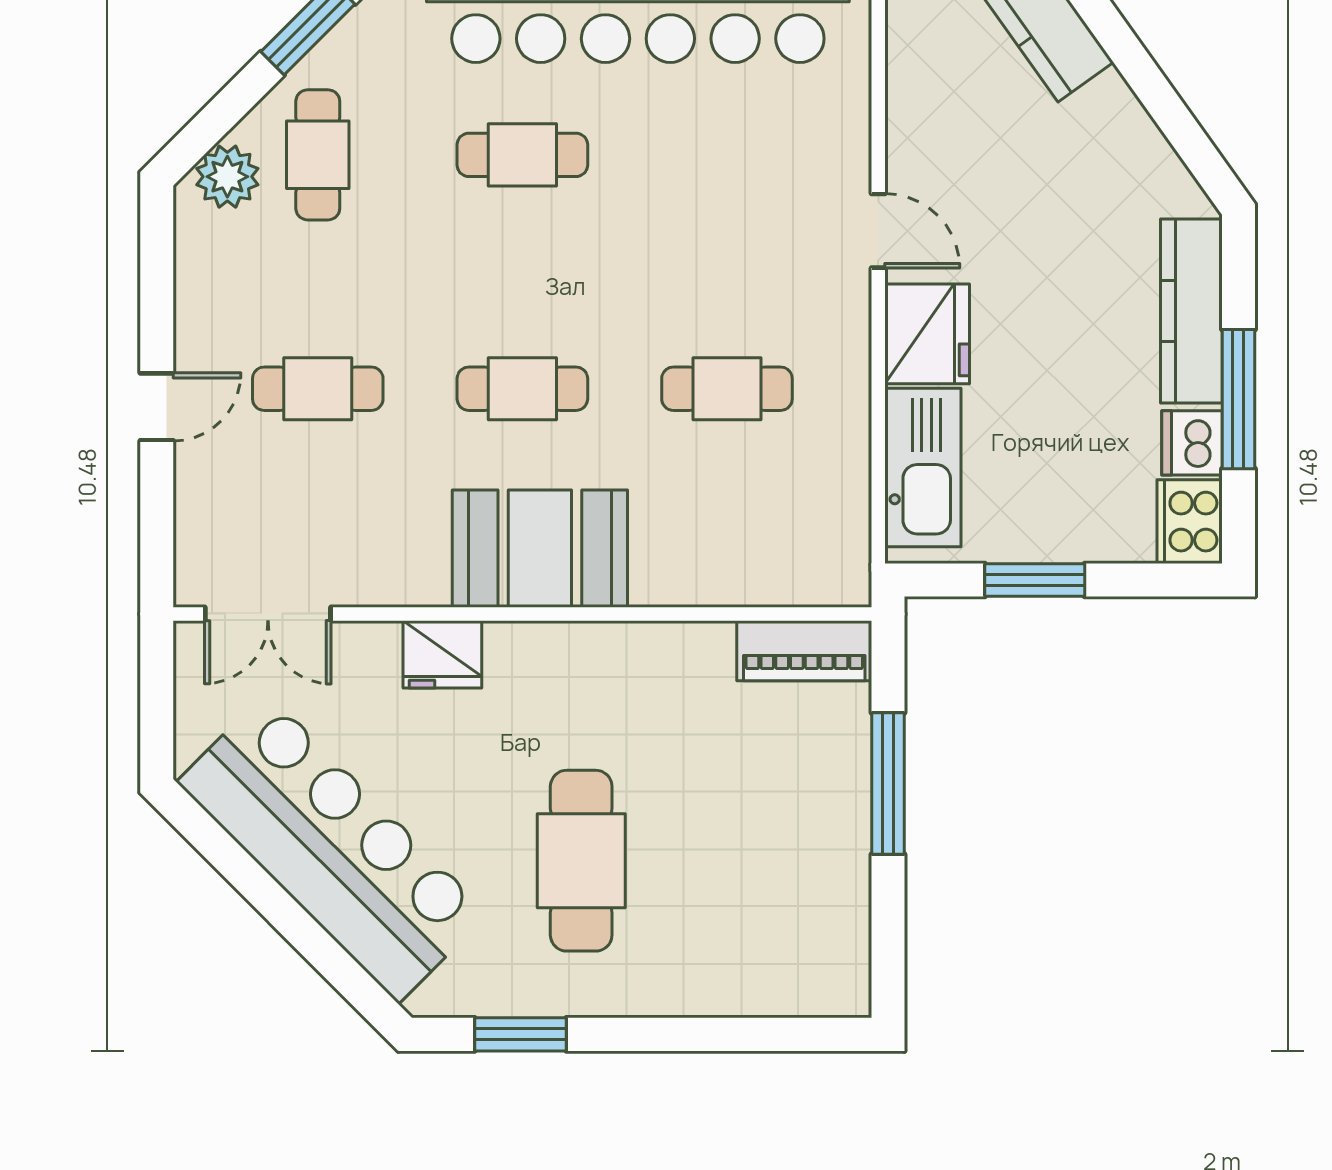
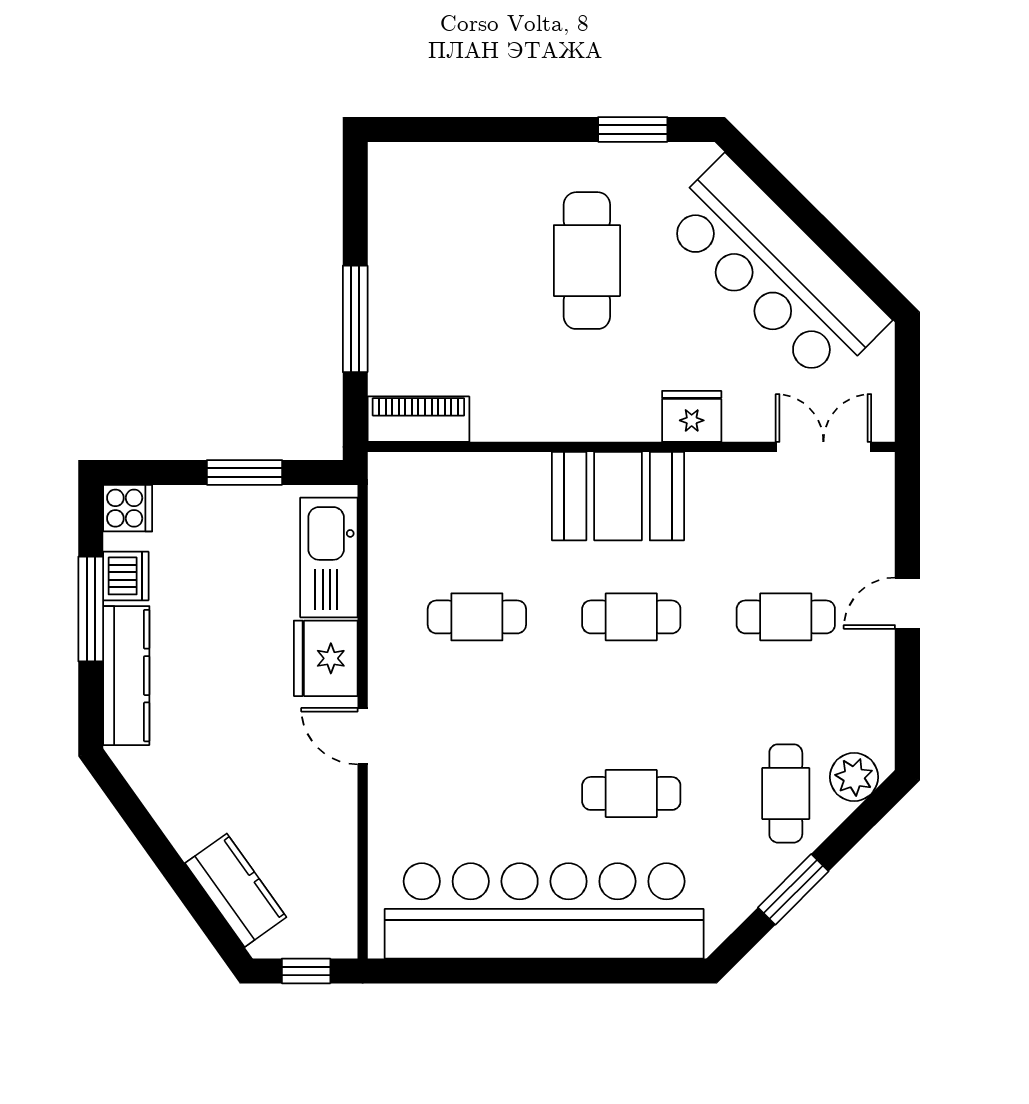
cooker: (1190, 522) -> (128, 508), width x0.73

